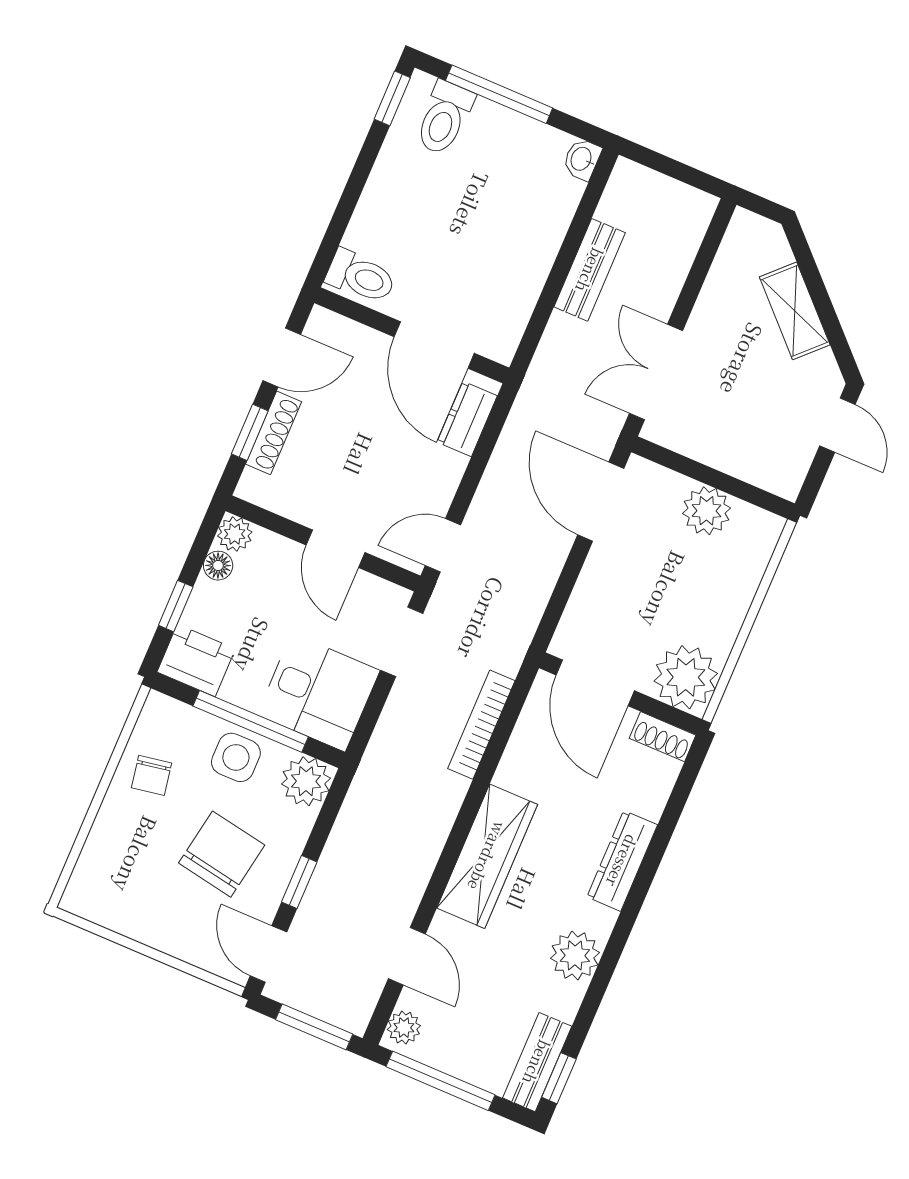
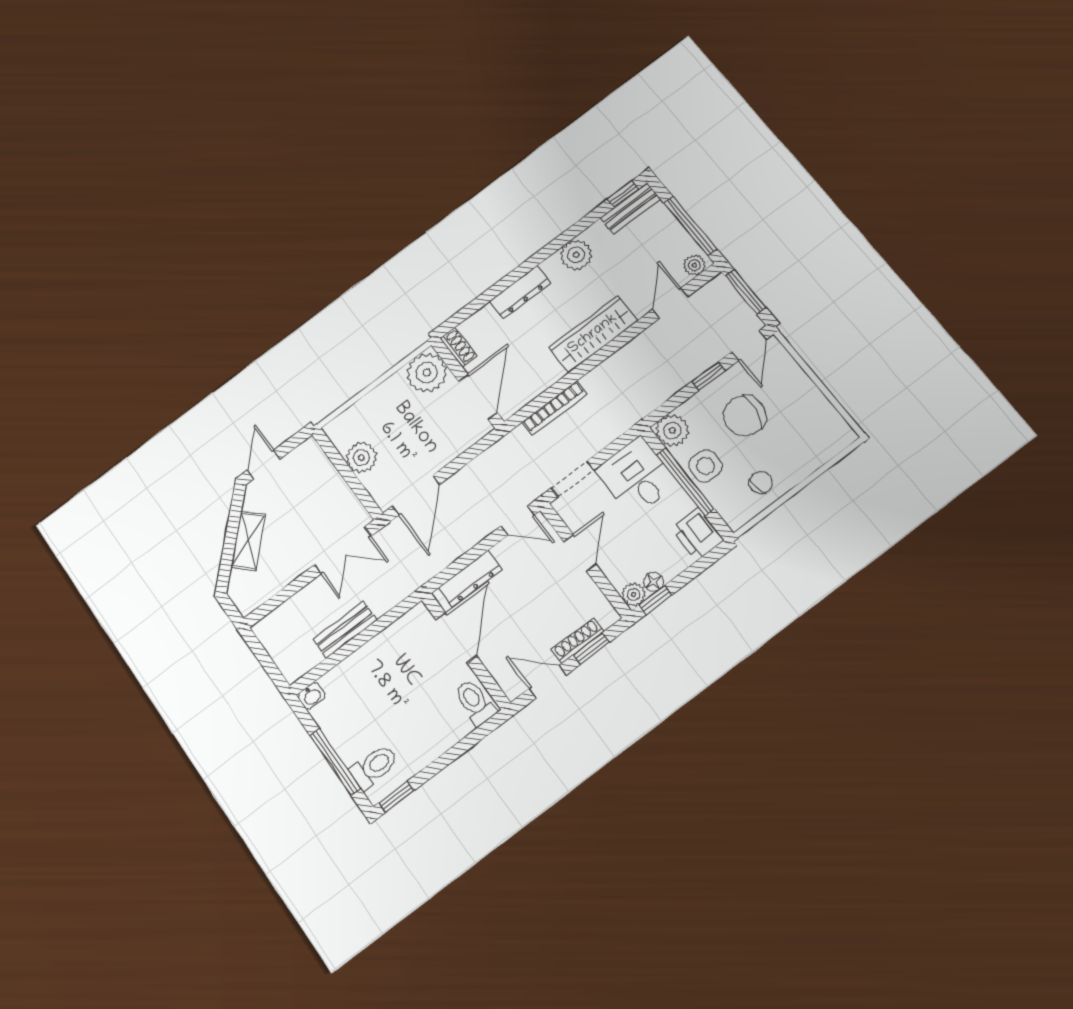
dresser: (467, 419) -> (470, 579), width x1.44
window: (176, 606) -> (655, 600), moved

